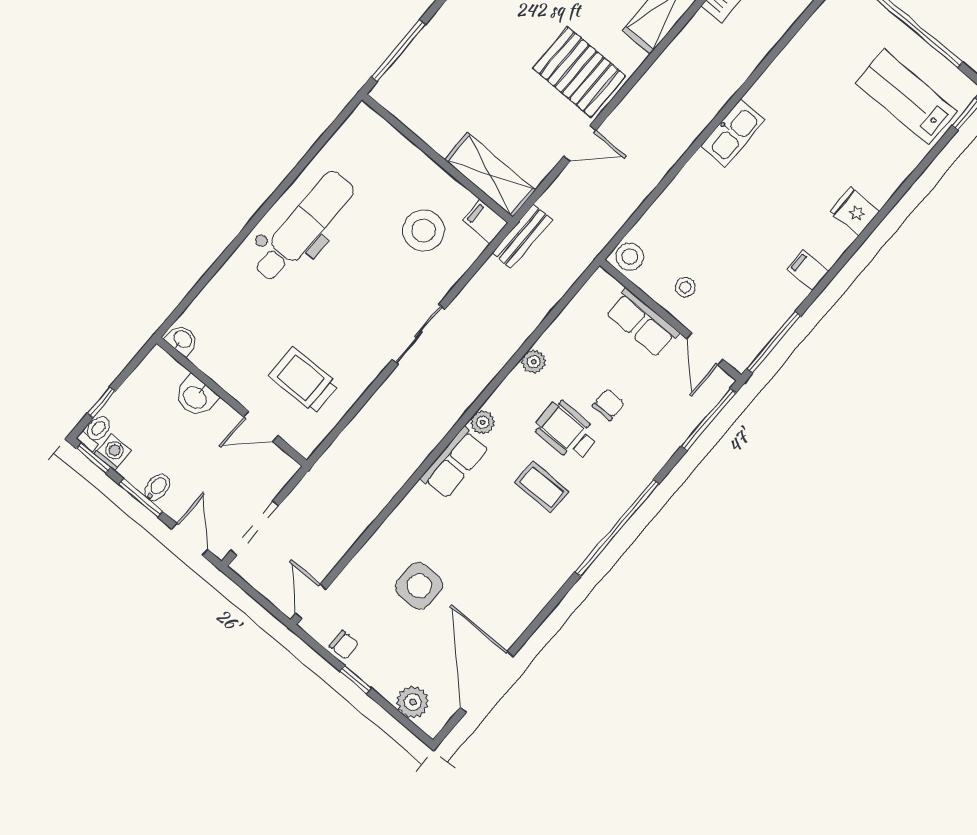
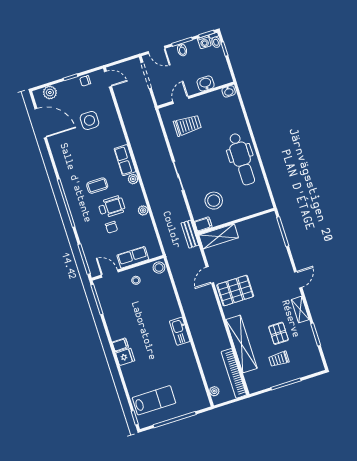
filing cabinet: (808, 270) -> (120, 345), moved

